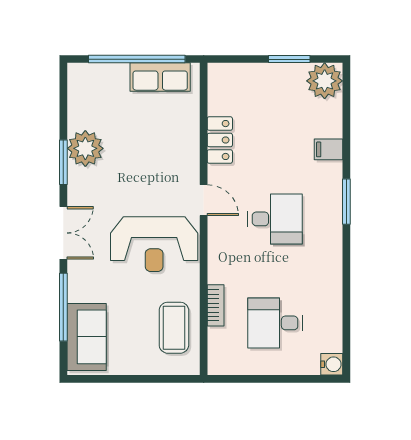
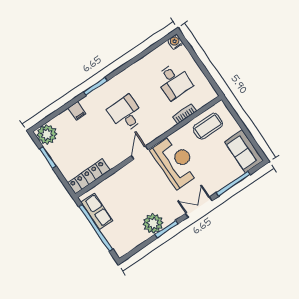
locker: (220, 140) -> (89, 177), moved, width x1.53
sofa: (87, 337) -> (244, 151), moved, turned -90

